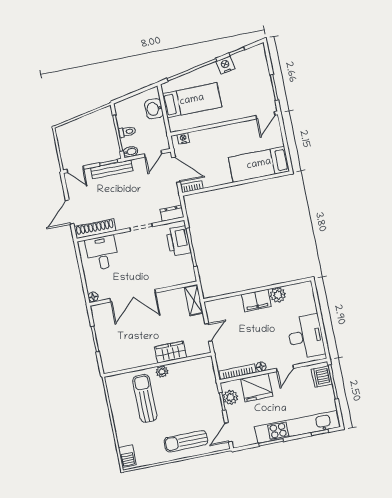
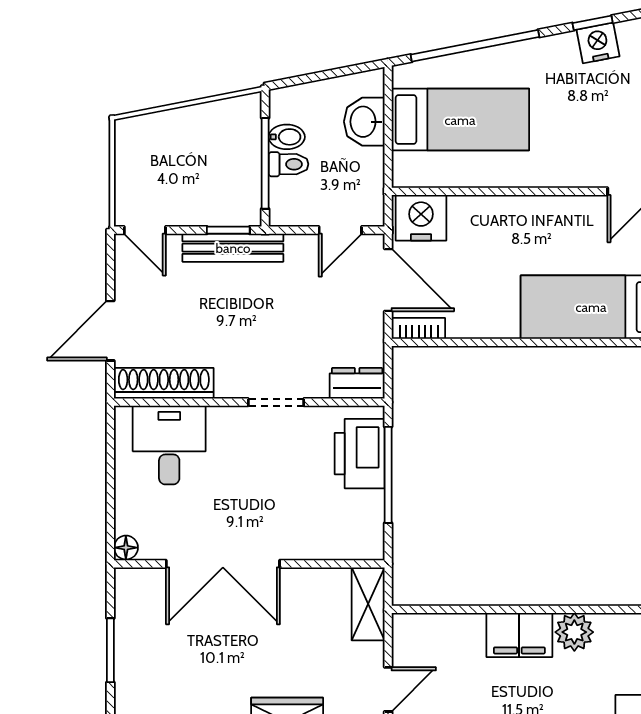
nightstand: (225, 65) -> (598, 43), moved
nightstand: (183, 138) -> (421, 218), width x1.89, depth x1.79
bidet: (130, 152) -> (287, 137), moved

